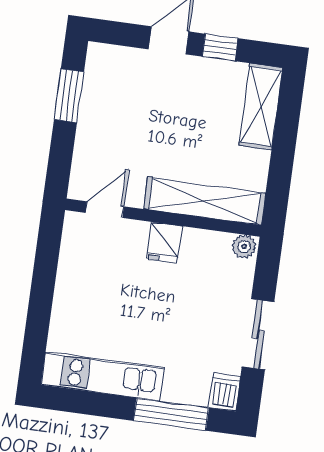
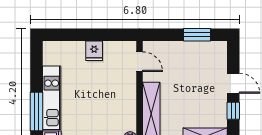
fridge: (164, 242) -> (94, 51), moved, turned -90
kitchen unit: (103, 376) -> (52, 98), moved

